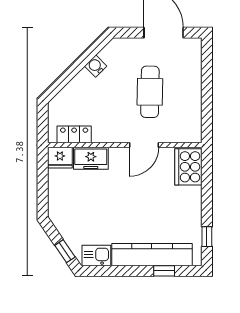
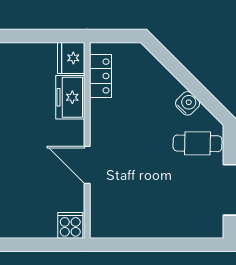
cafe table: (150, 92) -> (197, 143), moved, width x0.73, depth x0.74
cooker: (188, 167) -> (70, 225), width x0.53, depth x0.76

